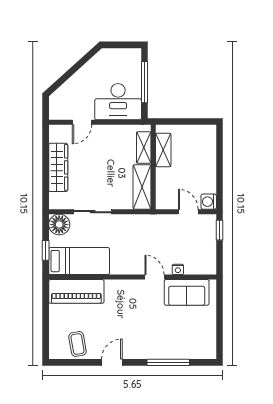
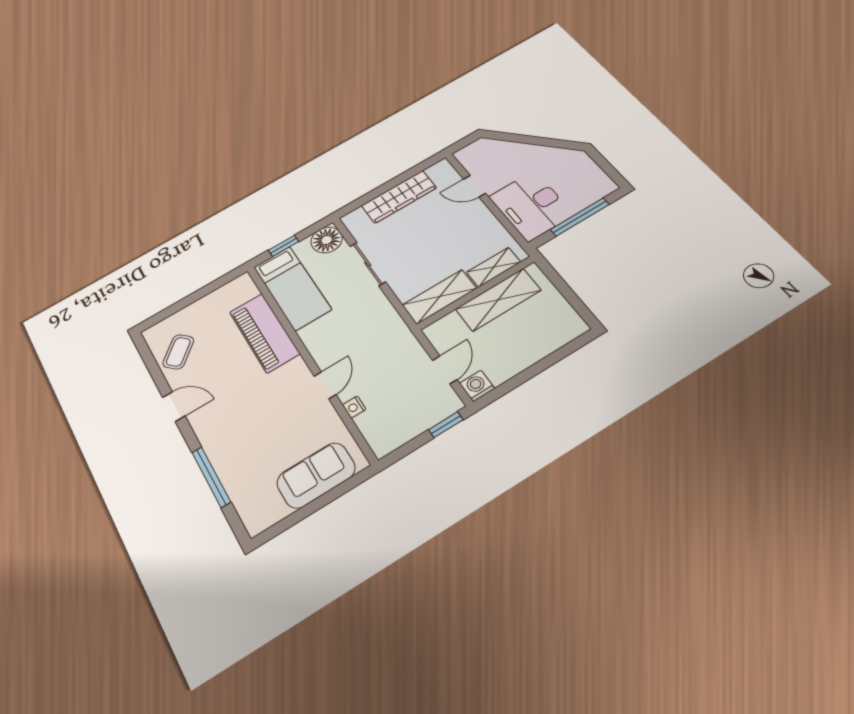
shelving: (163, 150) -> (498, 300), width x1.50, depth x1.33
piano: (76, 291) -> (264, 333), moved
sofa: (187, 292) -> (316, 475), moved, turned 90
coffee table: (77, 344) -> (178, 352), turned -34

